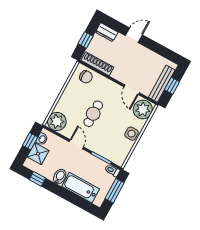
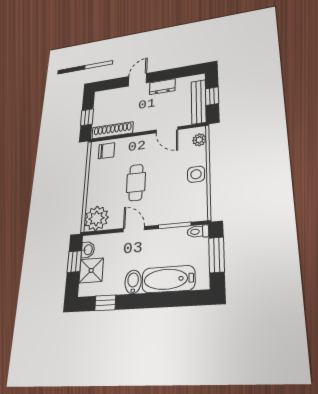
dresser: (107, 32) -> (162, 87), moved
plant: (143, 109) -> (199, 140), width x0.53, depth x0.53

